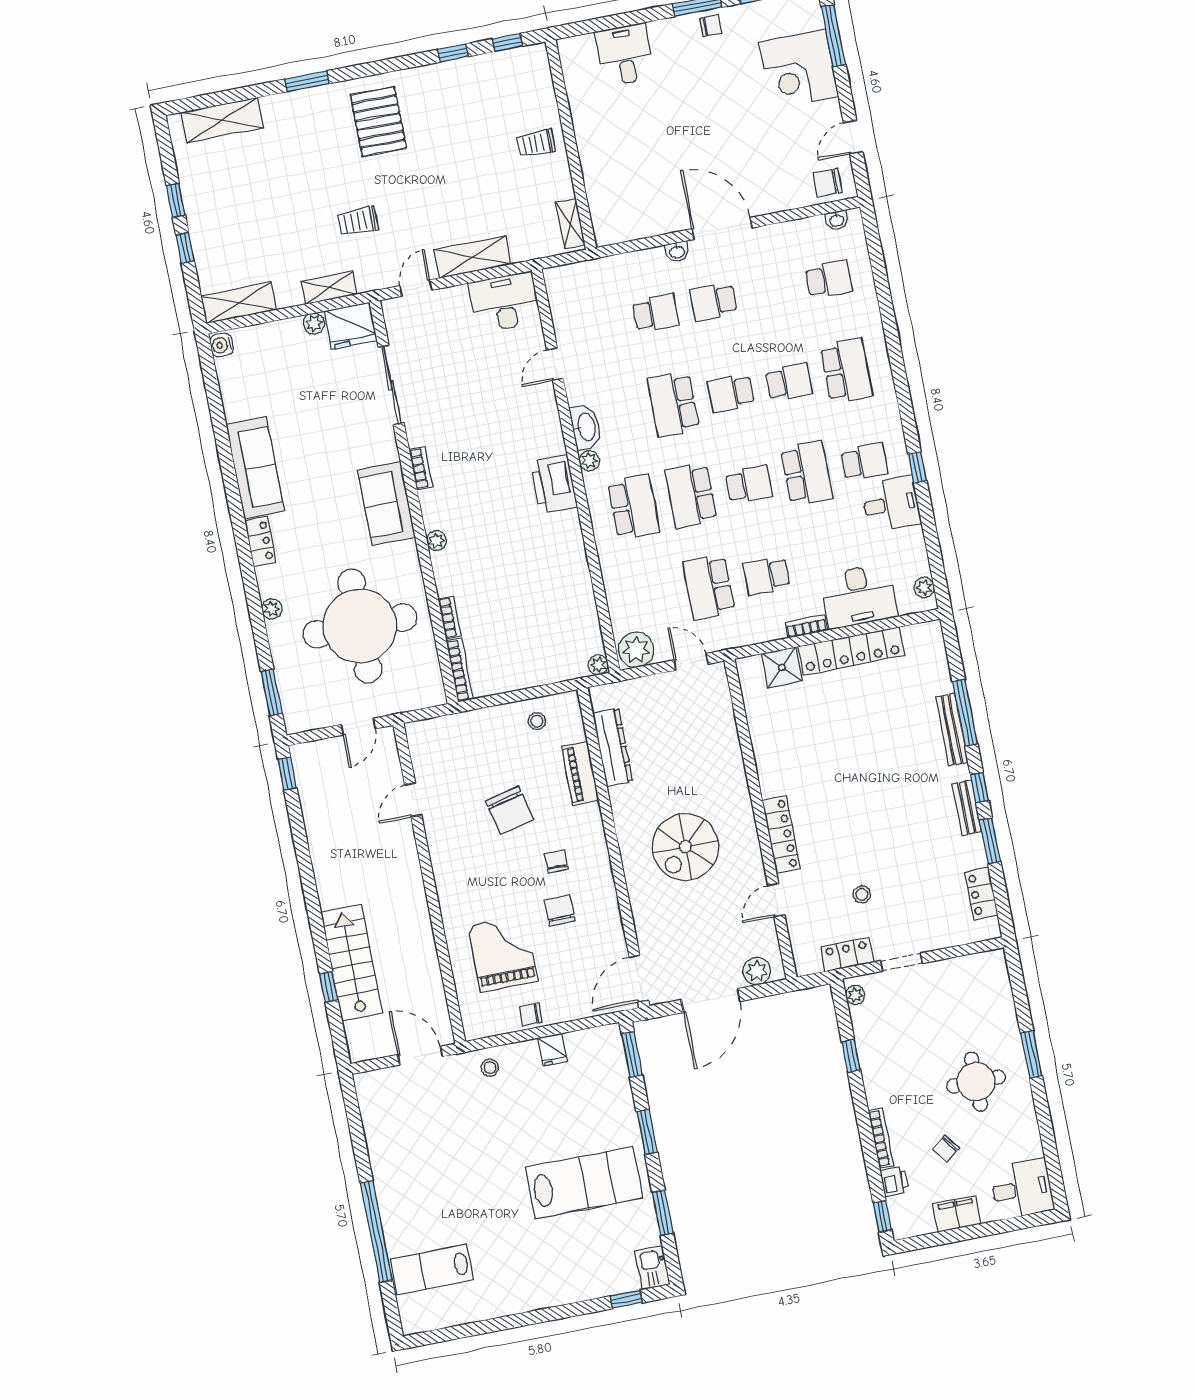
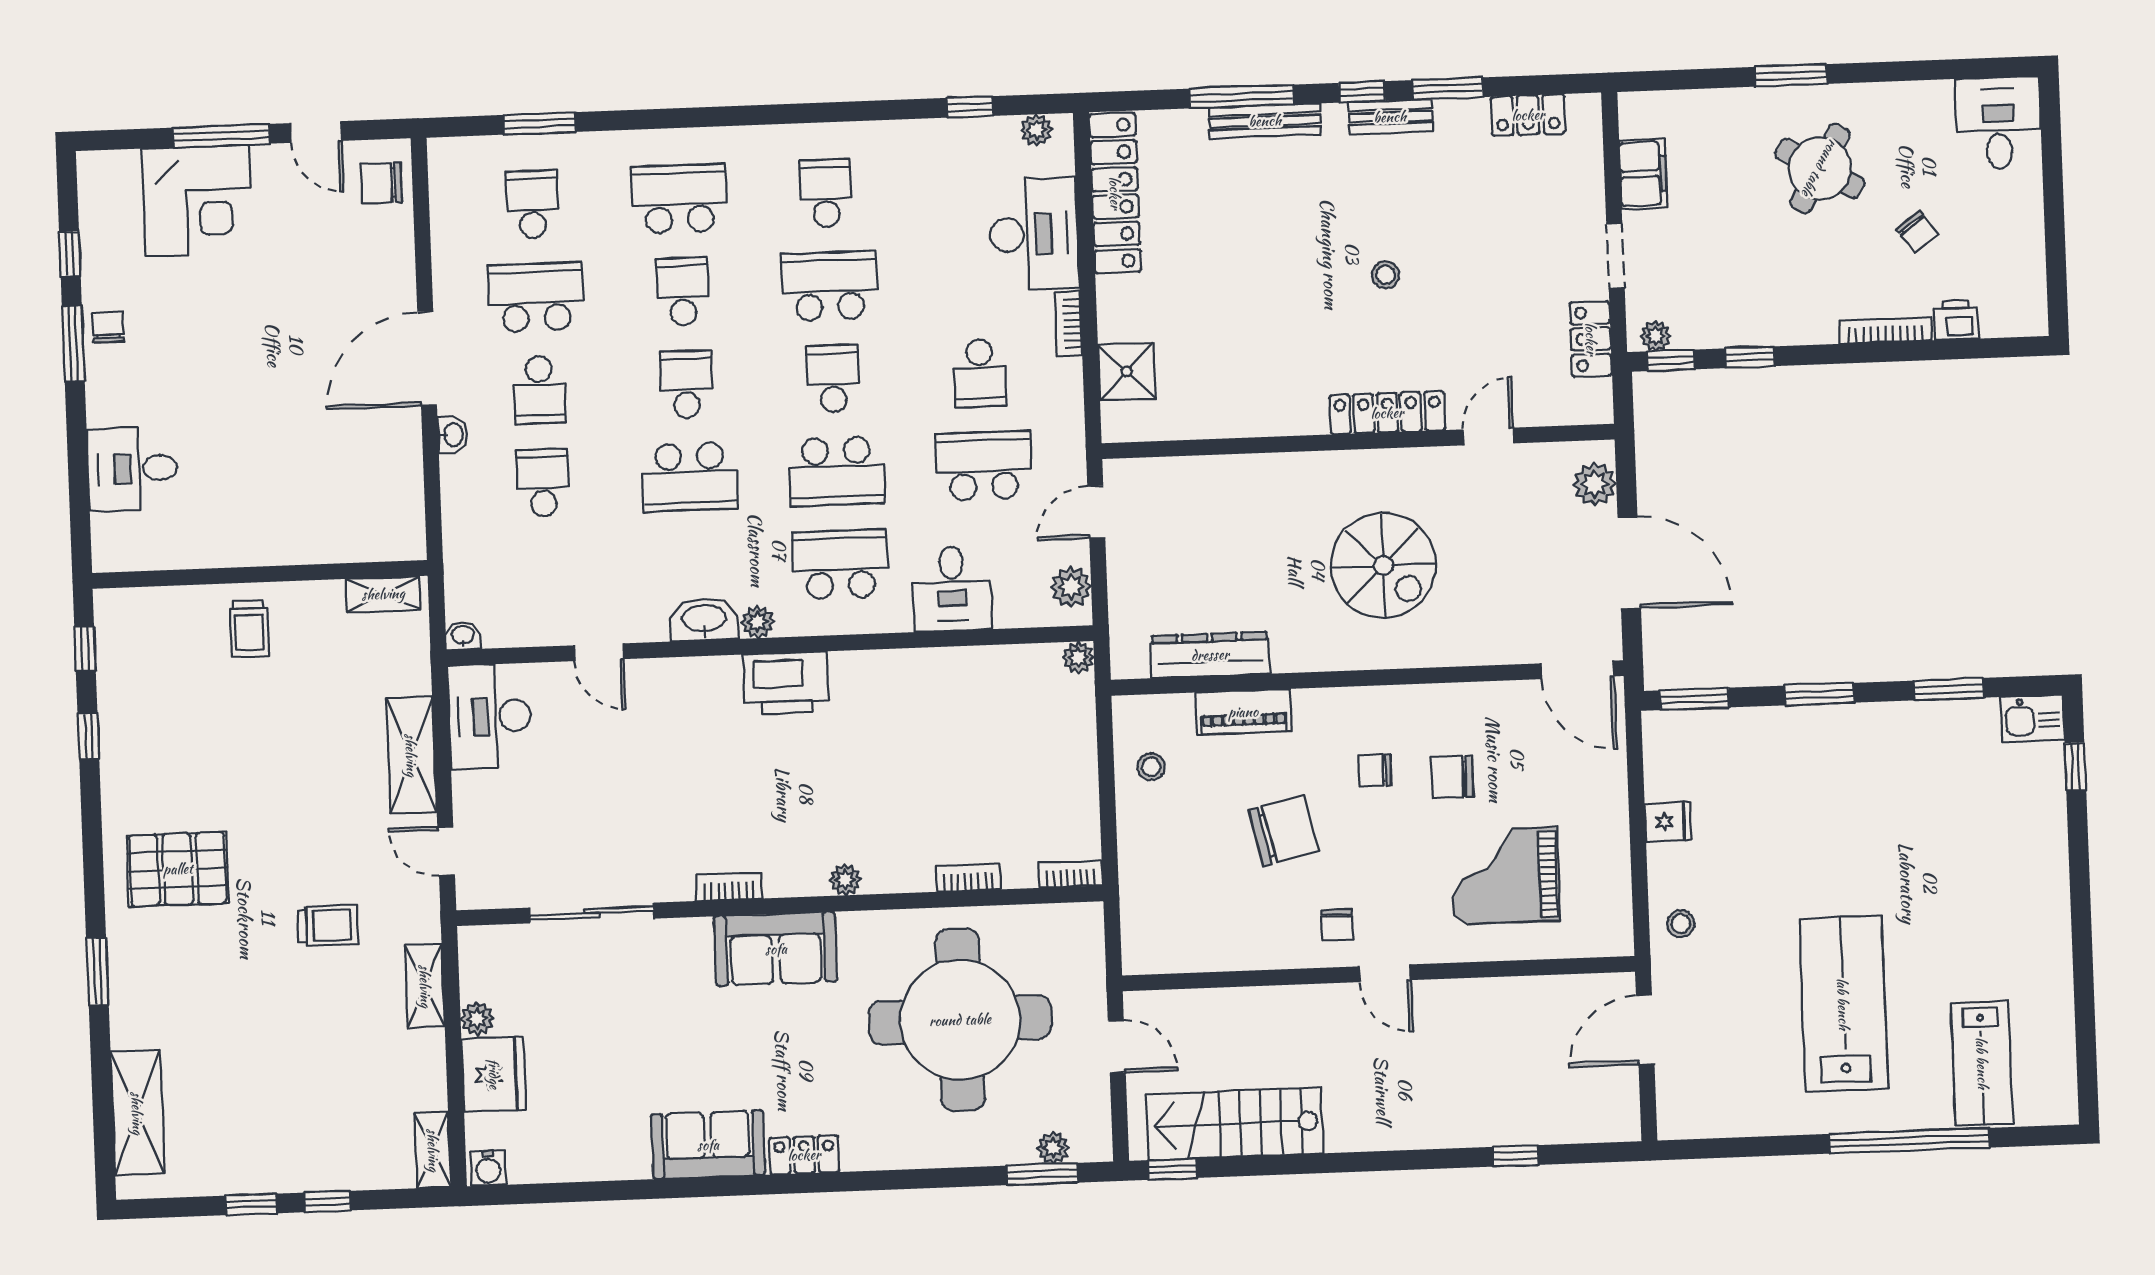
window: (833, 36) -> (221, 136), moved
chair: (827, 183) -> (381, 183), turned 90
washbasin: (837, 220) -> (463, 636), moved, turned -90
trolley: (358, 221) -> (328, 925), turned -90
window: (880, 276) -> (540, 123), added
school desk: (771, 291) -> (536, 297), added
shelving: (239, 303) -> (433, 1150), width x0.67, depth x0.75
fridge: (351, 326) -> (494, 1074), moved
school desk: (731, 393) -> (686, 384), turned 180
sofa: (255, 468) -> (708, 1145), width x0.73
window: (917, 468) -> (970, 107), moved
desk: (891, 504) -> (952, 589), moved, turned 180
school desk: (709, 587) -> (983, 466), turned 180
plant: (272, 609) -> (1053, 1148), moved
plant: (636, 650) -> (1071, 587), width x0.73, depth x0.73
locker: (851, 651) -> (1115, 193), moved
bookcase: (460, 670) -> (1071, 874), width x0.64
door: (413, 800) -> (1385, 973), moved
stool: (862, 894) -> (1386, 275), moved
door: (776, 900) -> (1488, 436), swing flipped
stairs: (352, 963) -> (1235, 1124), moved
chair: (531, 1014) -> (1337, 925), moved
round table: (976, 1082) -> (1820, 168), turned 30
lab bench: (584, 1183) -> (1843, 1004), moved
filing cabinet: (957, 1214) -> (1643, 174), moved, turned 180
window: (882, 1217) -> (1671, 360), moved

